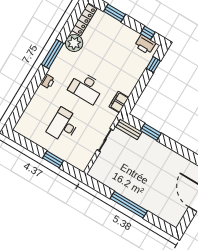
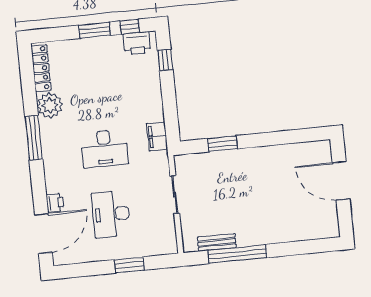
window: (114, 13) -> (95, 30), moved
printer: (48, 81) -> (55, 203), moved
door: (20, 109) -> (43, 234), added
bench: (129, 129) -> (217, 242), moved
window: (129, 205) -> (237, 254), moved

